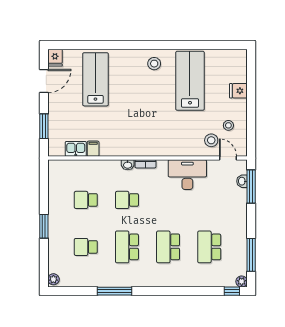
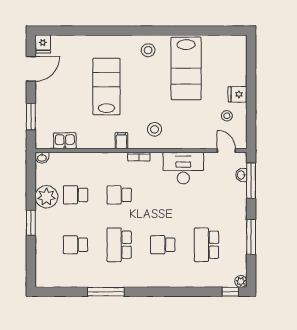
lab bench: (95, 79) -> (106, 87), moved
lab bench: (190, 81) -> (186, 68), turned 180
fridge: (238, 91) -> (238, 94), moved
stool: (211, 140) -> (155, 129), moved
filing cabinet: (93, 149) -> (121, 141), moved
washbasin: (128, 165) -> (42, 158), moved
school desk: (168, 247) -> (163, 245), width x0.54
window: (251, 255) -> (251, 237), moved
plant: (53, 279) -> (46, 197), moved, width x1.87, depth x1.87

